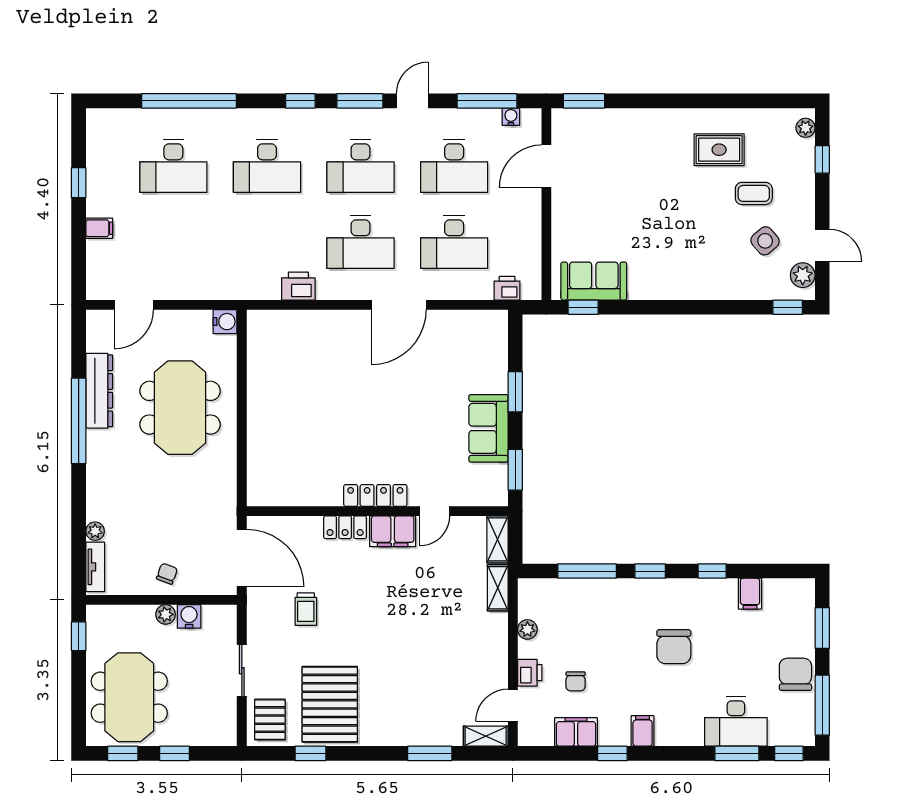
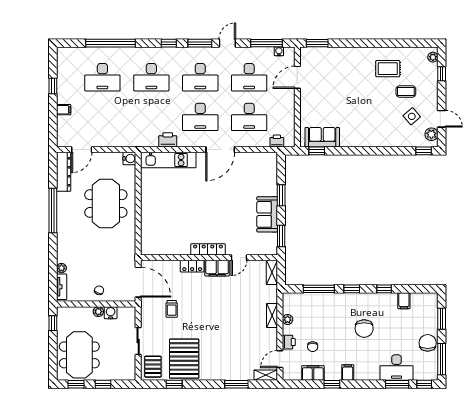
kitchen unit: (299, 324) -> (168, 160), added
dresser: (99, 391) -> (64, 172), moved
shelving: (498, 588) -> (272, 315), moved

